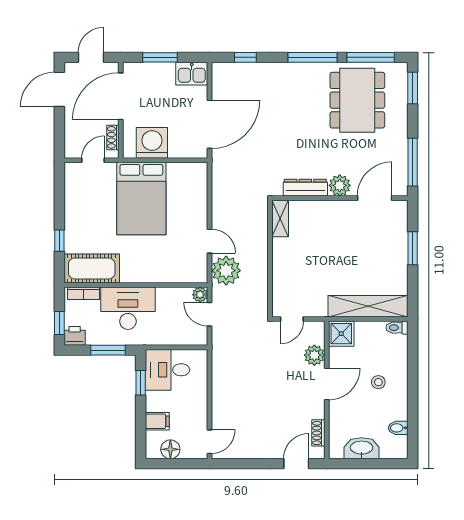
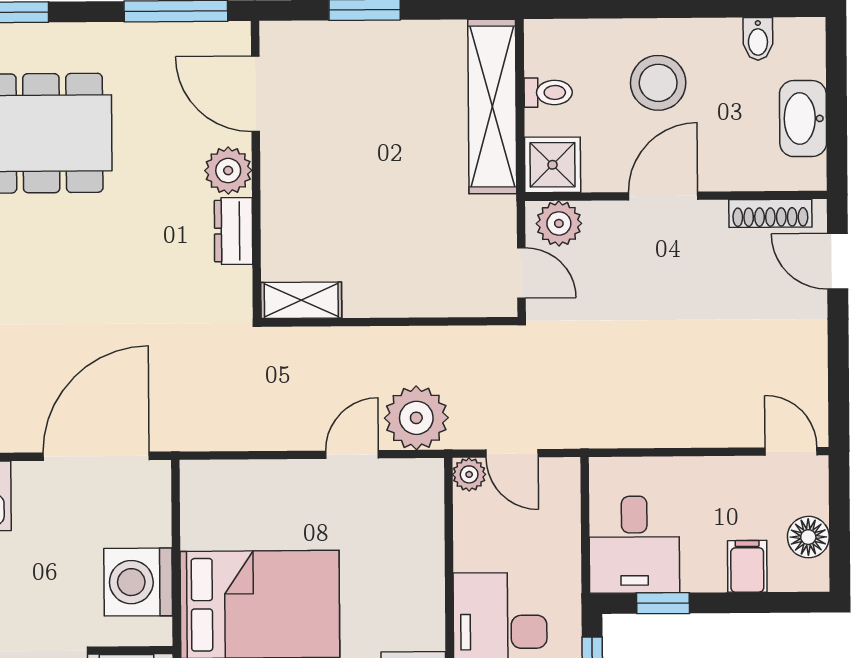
door: (210, 124) -> (96, 456), hinge flipped
dresser: (305, 188) -> (233, 231), width x0.70
door: (210, 314) -> (512, 453), hinge flipped
toilet: (397, 328) -> (548, 93), moved, turned -90
plant: (314, 355) -> (559, 223), moved
stool: (378, 382) -> (658, 83), width x1.89, depth x1.89
door: (327, 384) -> (663, 196), hinge flipped
shoe rack: (318, 433) -> (770, 213), width x1.43

